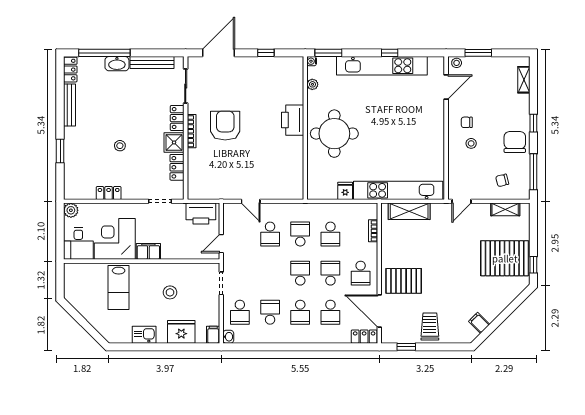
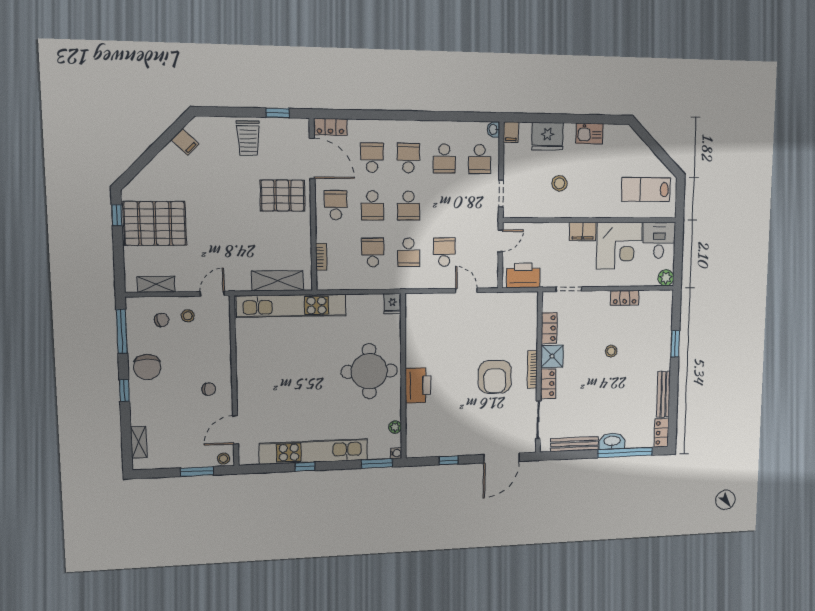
stool: (471, 143) -> (188, 316), moved
fridge: (345, 191) -> (392, 304), moved
lab bench: (119, 287) -> (646, 190), moved, turned -90
school desk: (240, 312) -> (480, 159), turned 180

